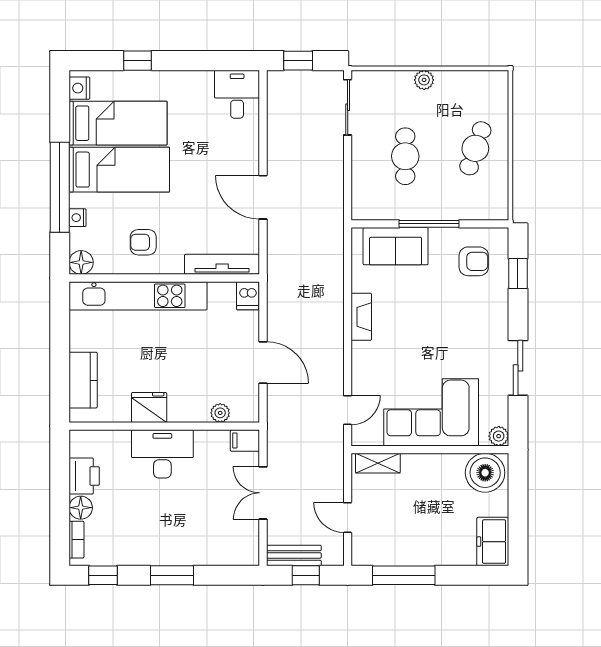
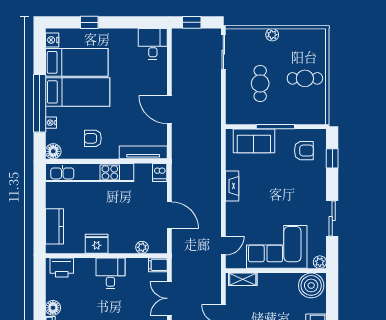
cafe table: (475, 148) -> (305, 78), turned 71
desk: (162, 454) -> (110, 273), width x0.73
printer: (84, 476) -> (62, 268), moved, turned 90

